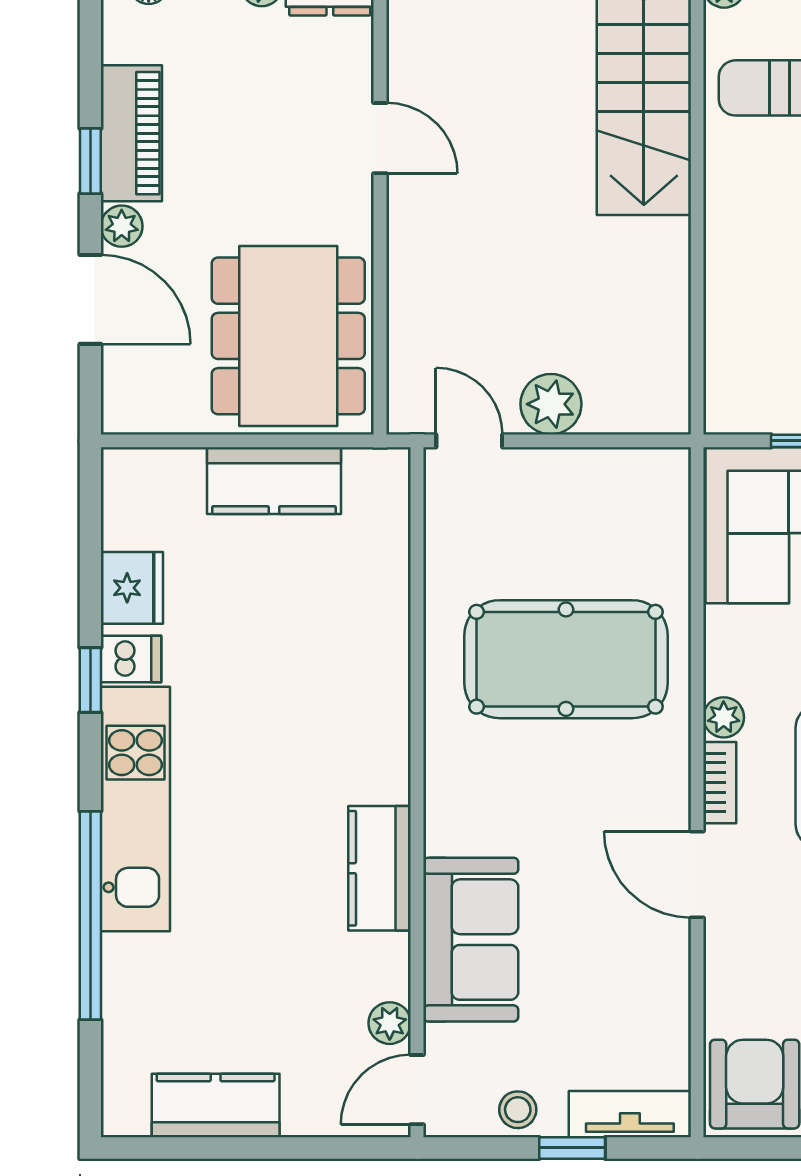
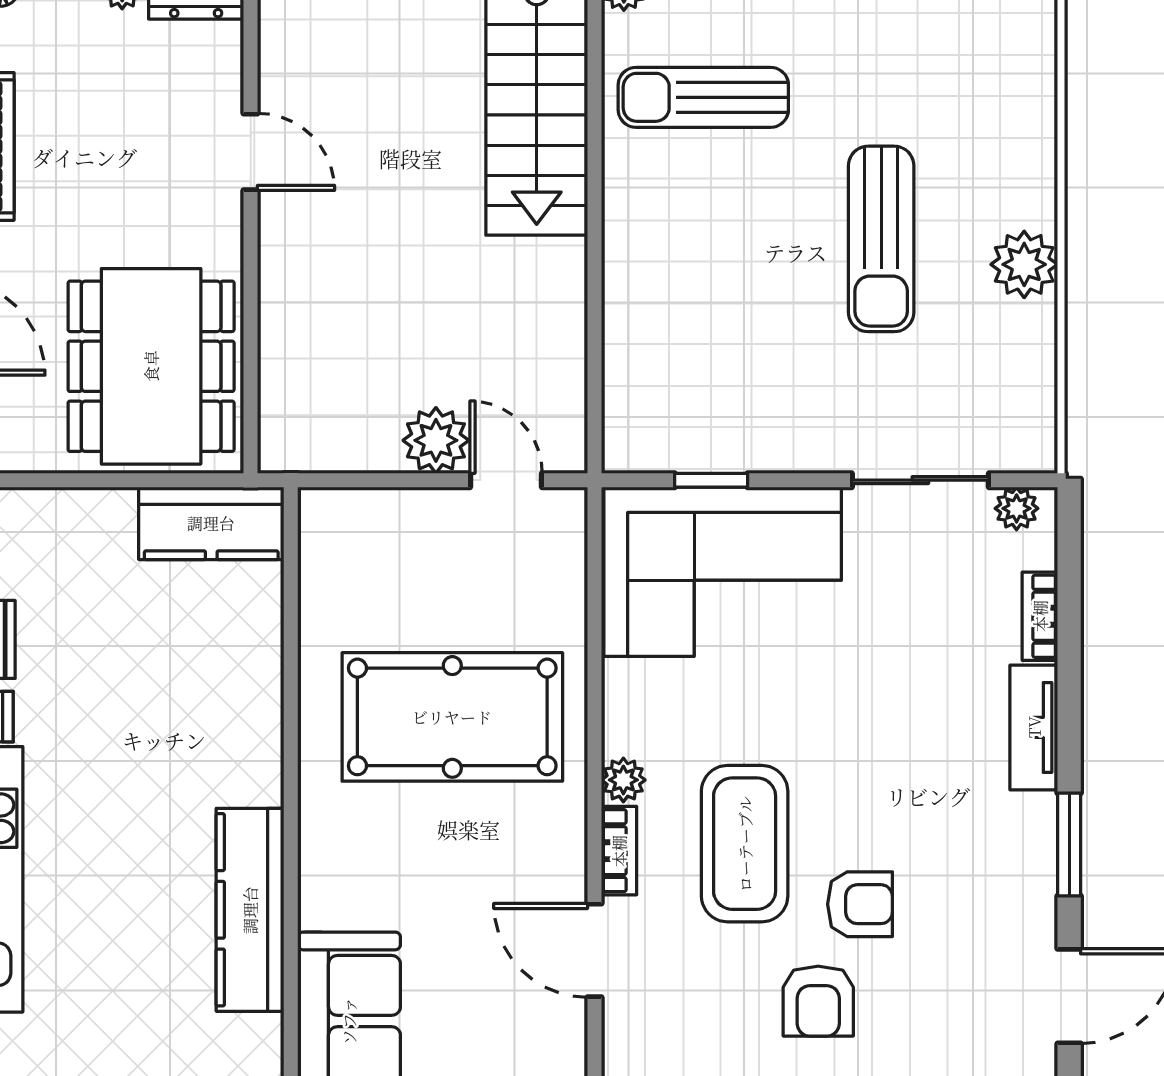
door: (469, 441) -> (506, 480), moved
kitchen counter: (274, 481) -> (211, 523), moved
kitchen counter: (379, 868) -> (250, 910), width x1.50

